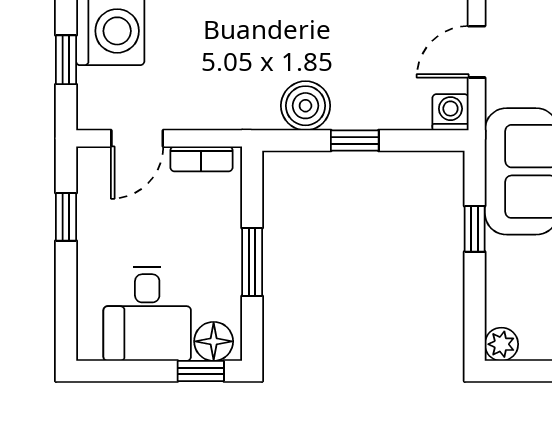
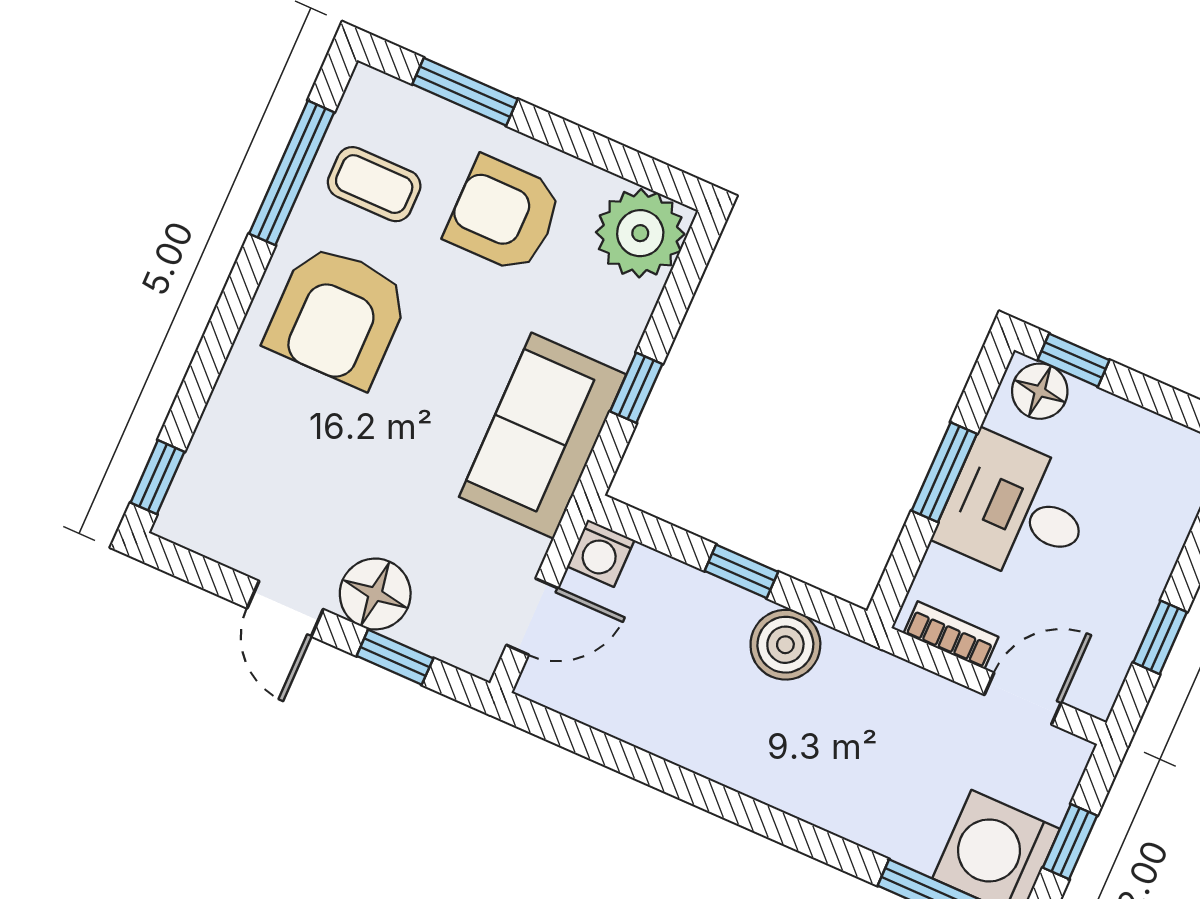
desk: (147, 314) -> (1016, 510), moved, turned -90
plant: (501, 344) -> (640, 233), width x1.88, depth x1.88

